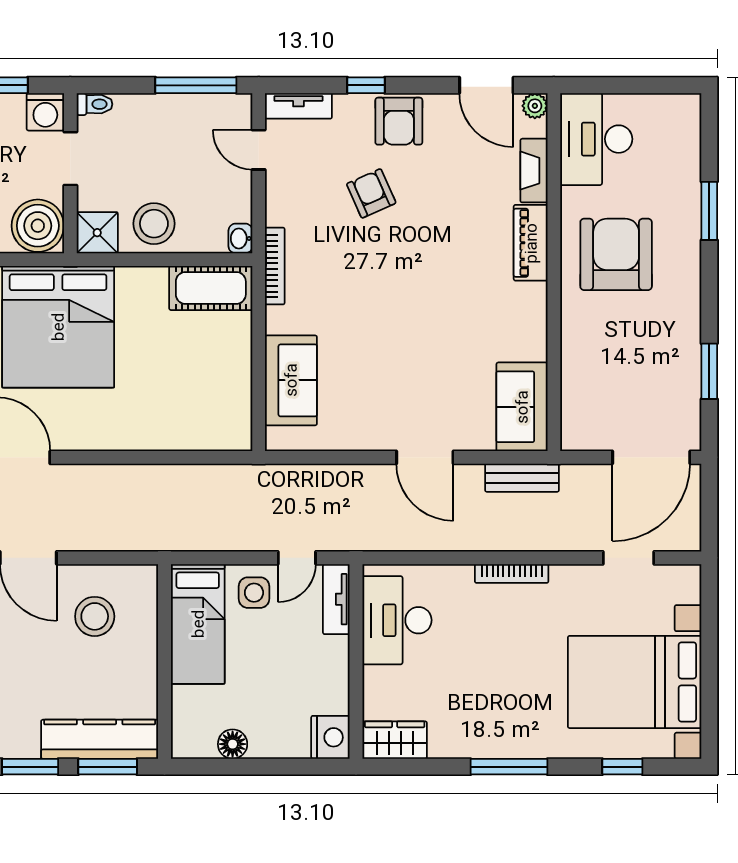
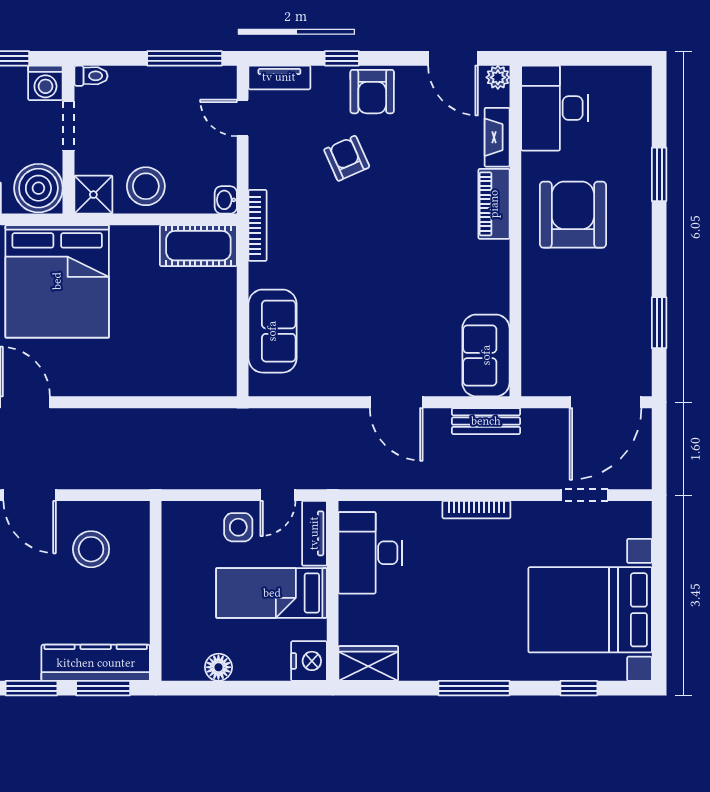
bed: (198, 624) -> (272, 593), moved, turned 90

